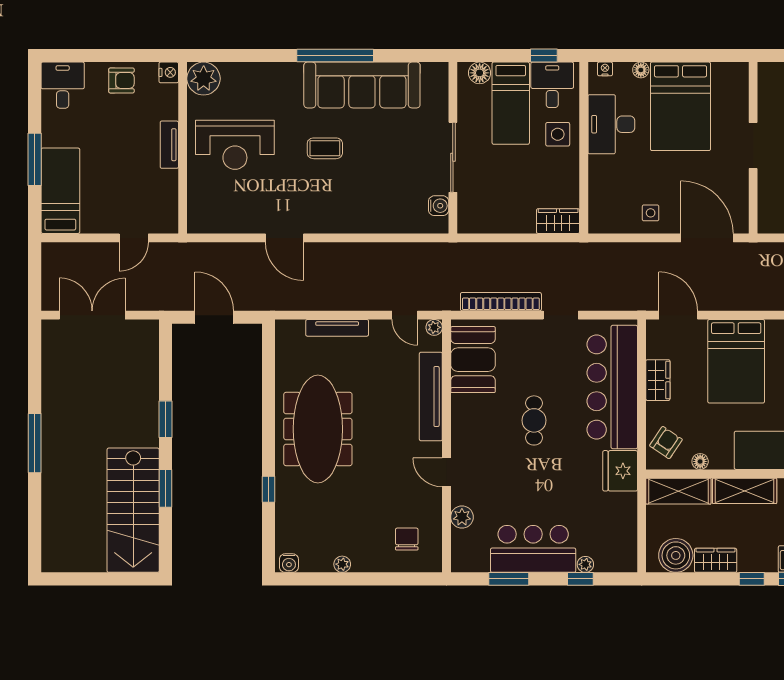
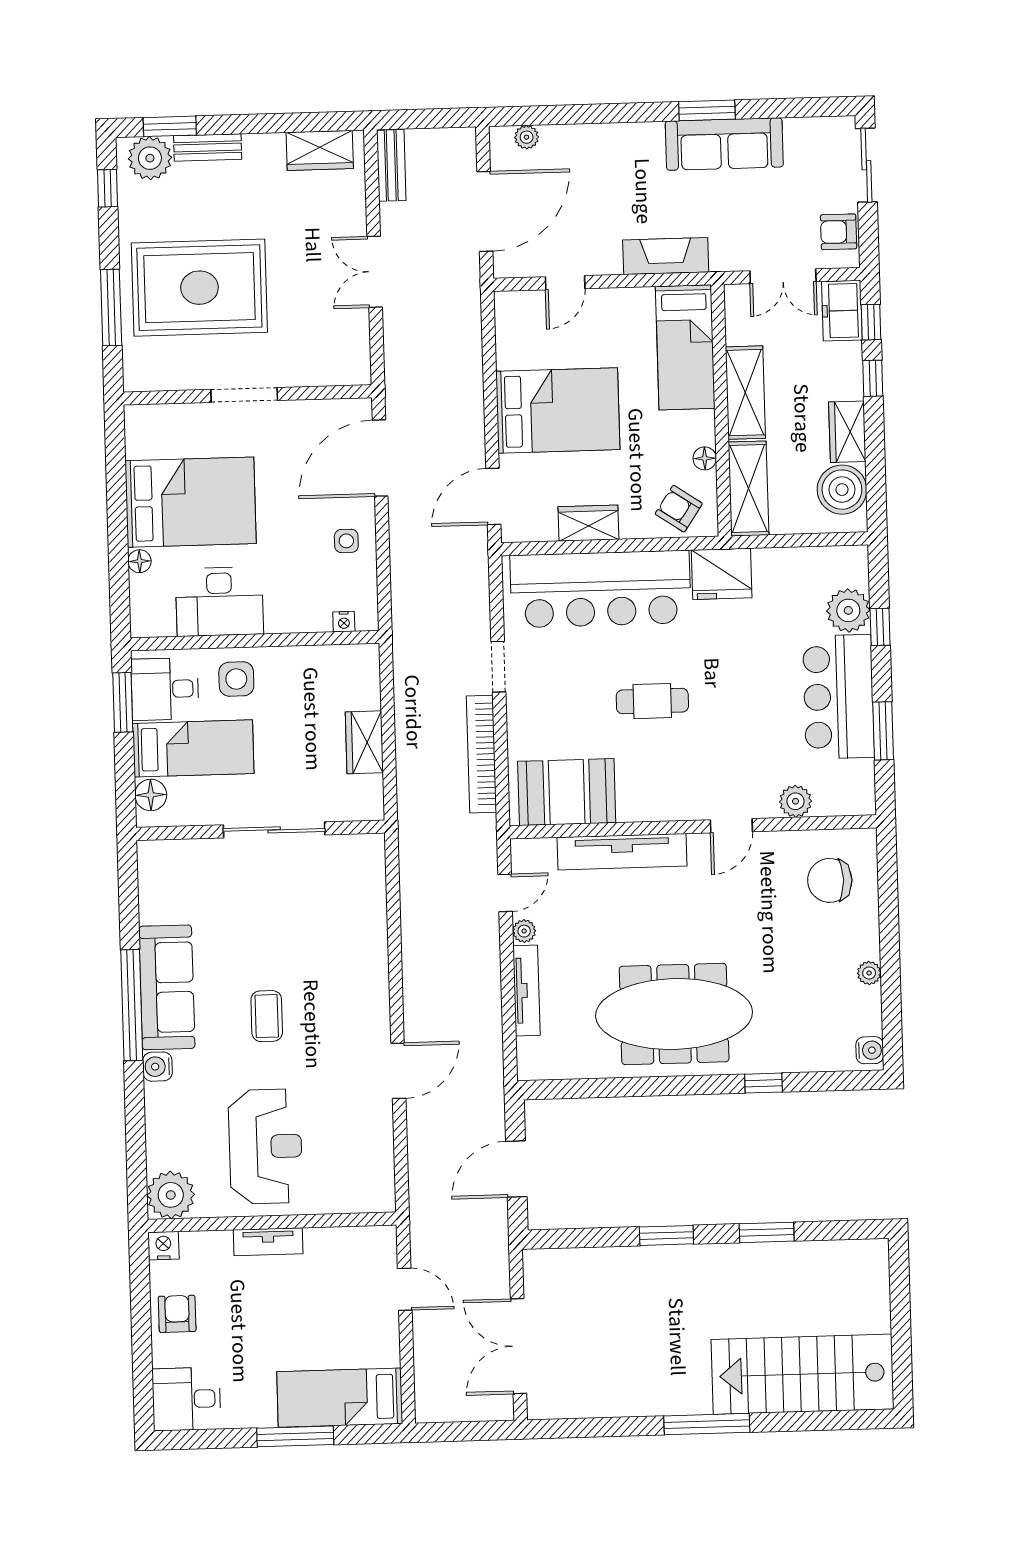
window: (544, 56) -> (123, 702), width x1.50
nightstand: (605, 69) -> (344, 622), moved, turned -90
sofa: (362, 85) -> (167, 987), width x0.74, depth x0.79
water cooler: (439, 206) -> (157, 1067), moved, turned -90
wardrobe: (558, 221) -> (364, 742), moved
plant: (434, 327) -> (524, 931), moved
stairs: (133, 510) -> (803, 1374), moved, turned 180
chair: (407, 539) -> (830, 880), width x1.37, depth x1.37
plant: (585, 564) -> (848, 610), width x1.88, depth x1.88

